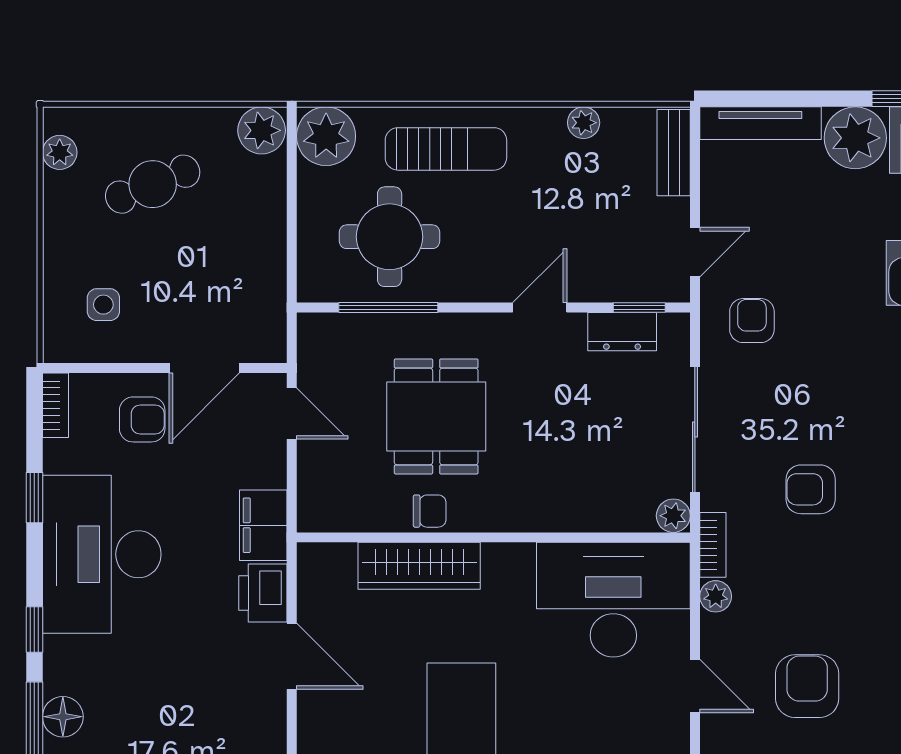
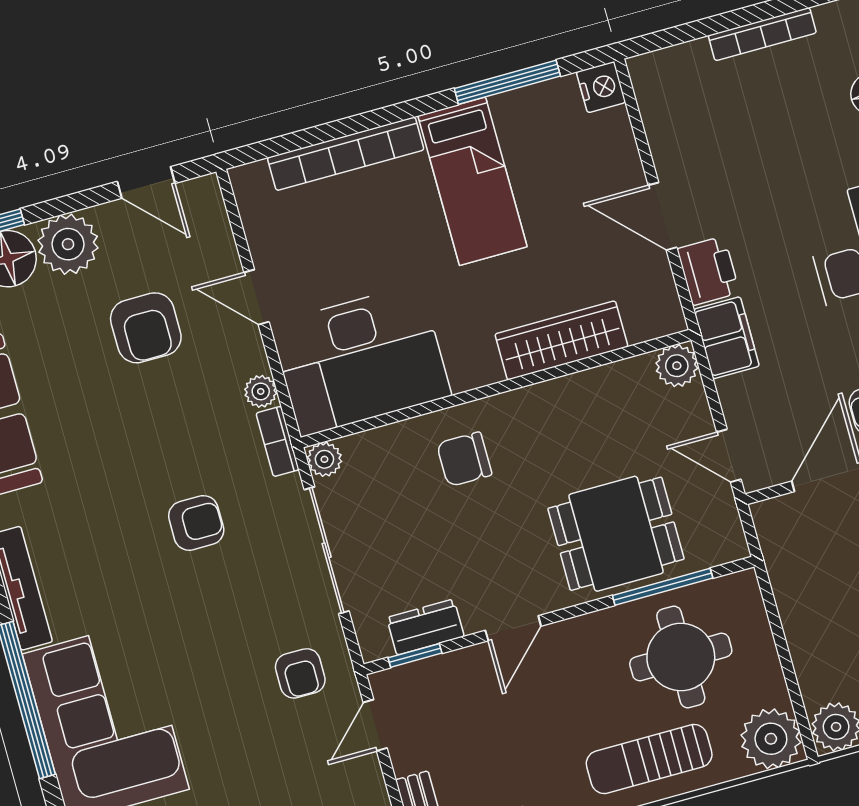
dining table: (436, 416) -> (616, 534), moved, turned 90
chair: (430, 511) -> (464, 459), moved, width x1.37, depth x1.37
plant: (317, 512) -> (677, 366), added

